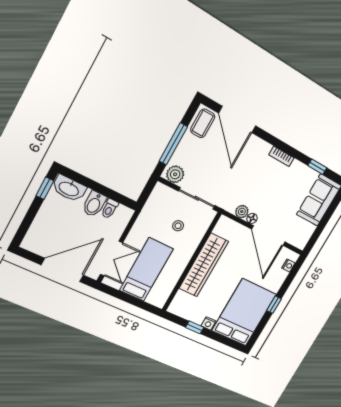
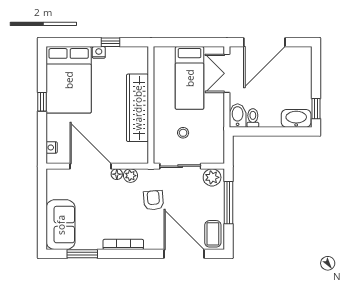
bookcase: (281, 156) -> (123, 244), width x1.56
window: (317, 167) -> (82, 254), width x1.50
armchair: (236, 181) -> (153, 200), added
bidet: (94, 204) -> (238, 116), moved

